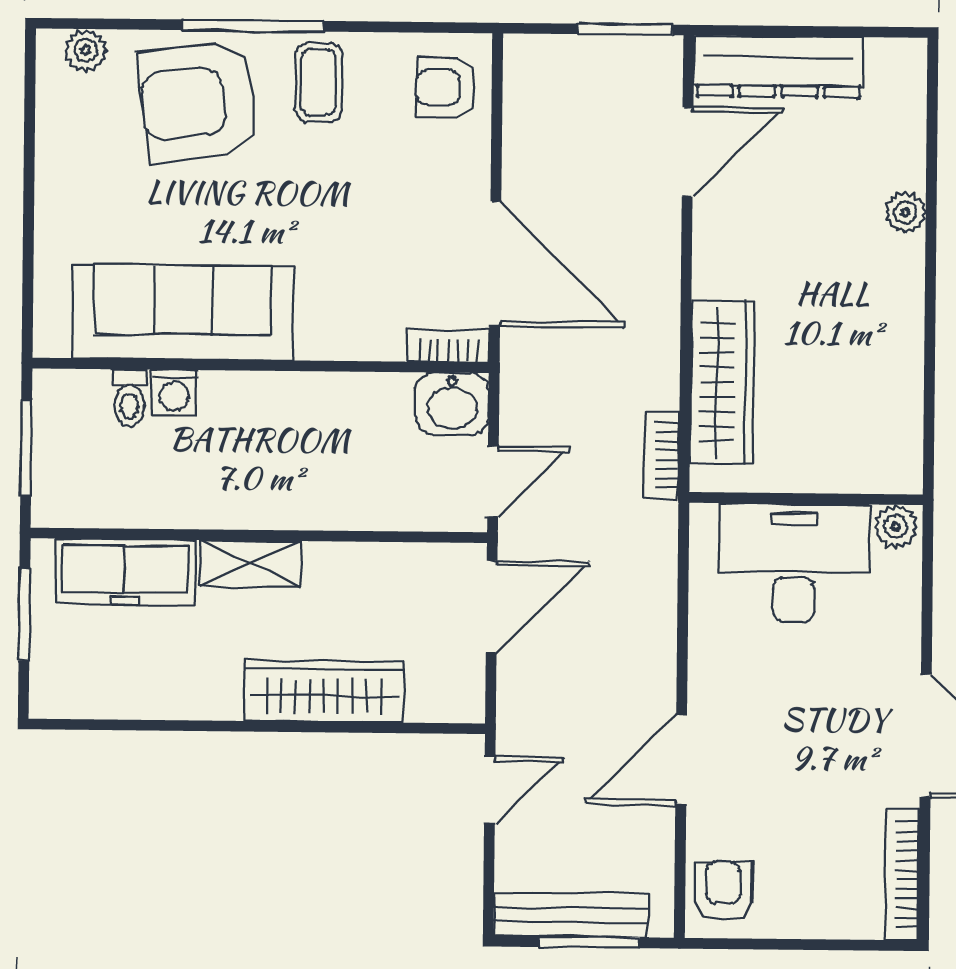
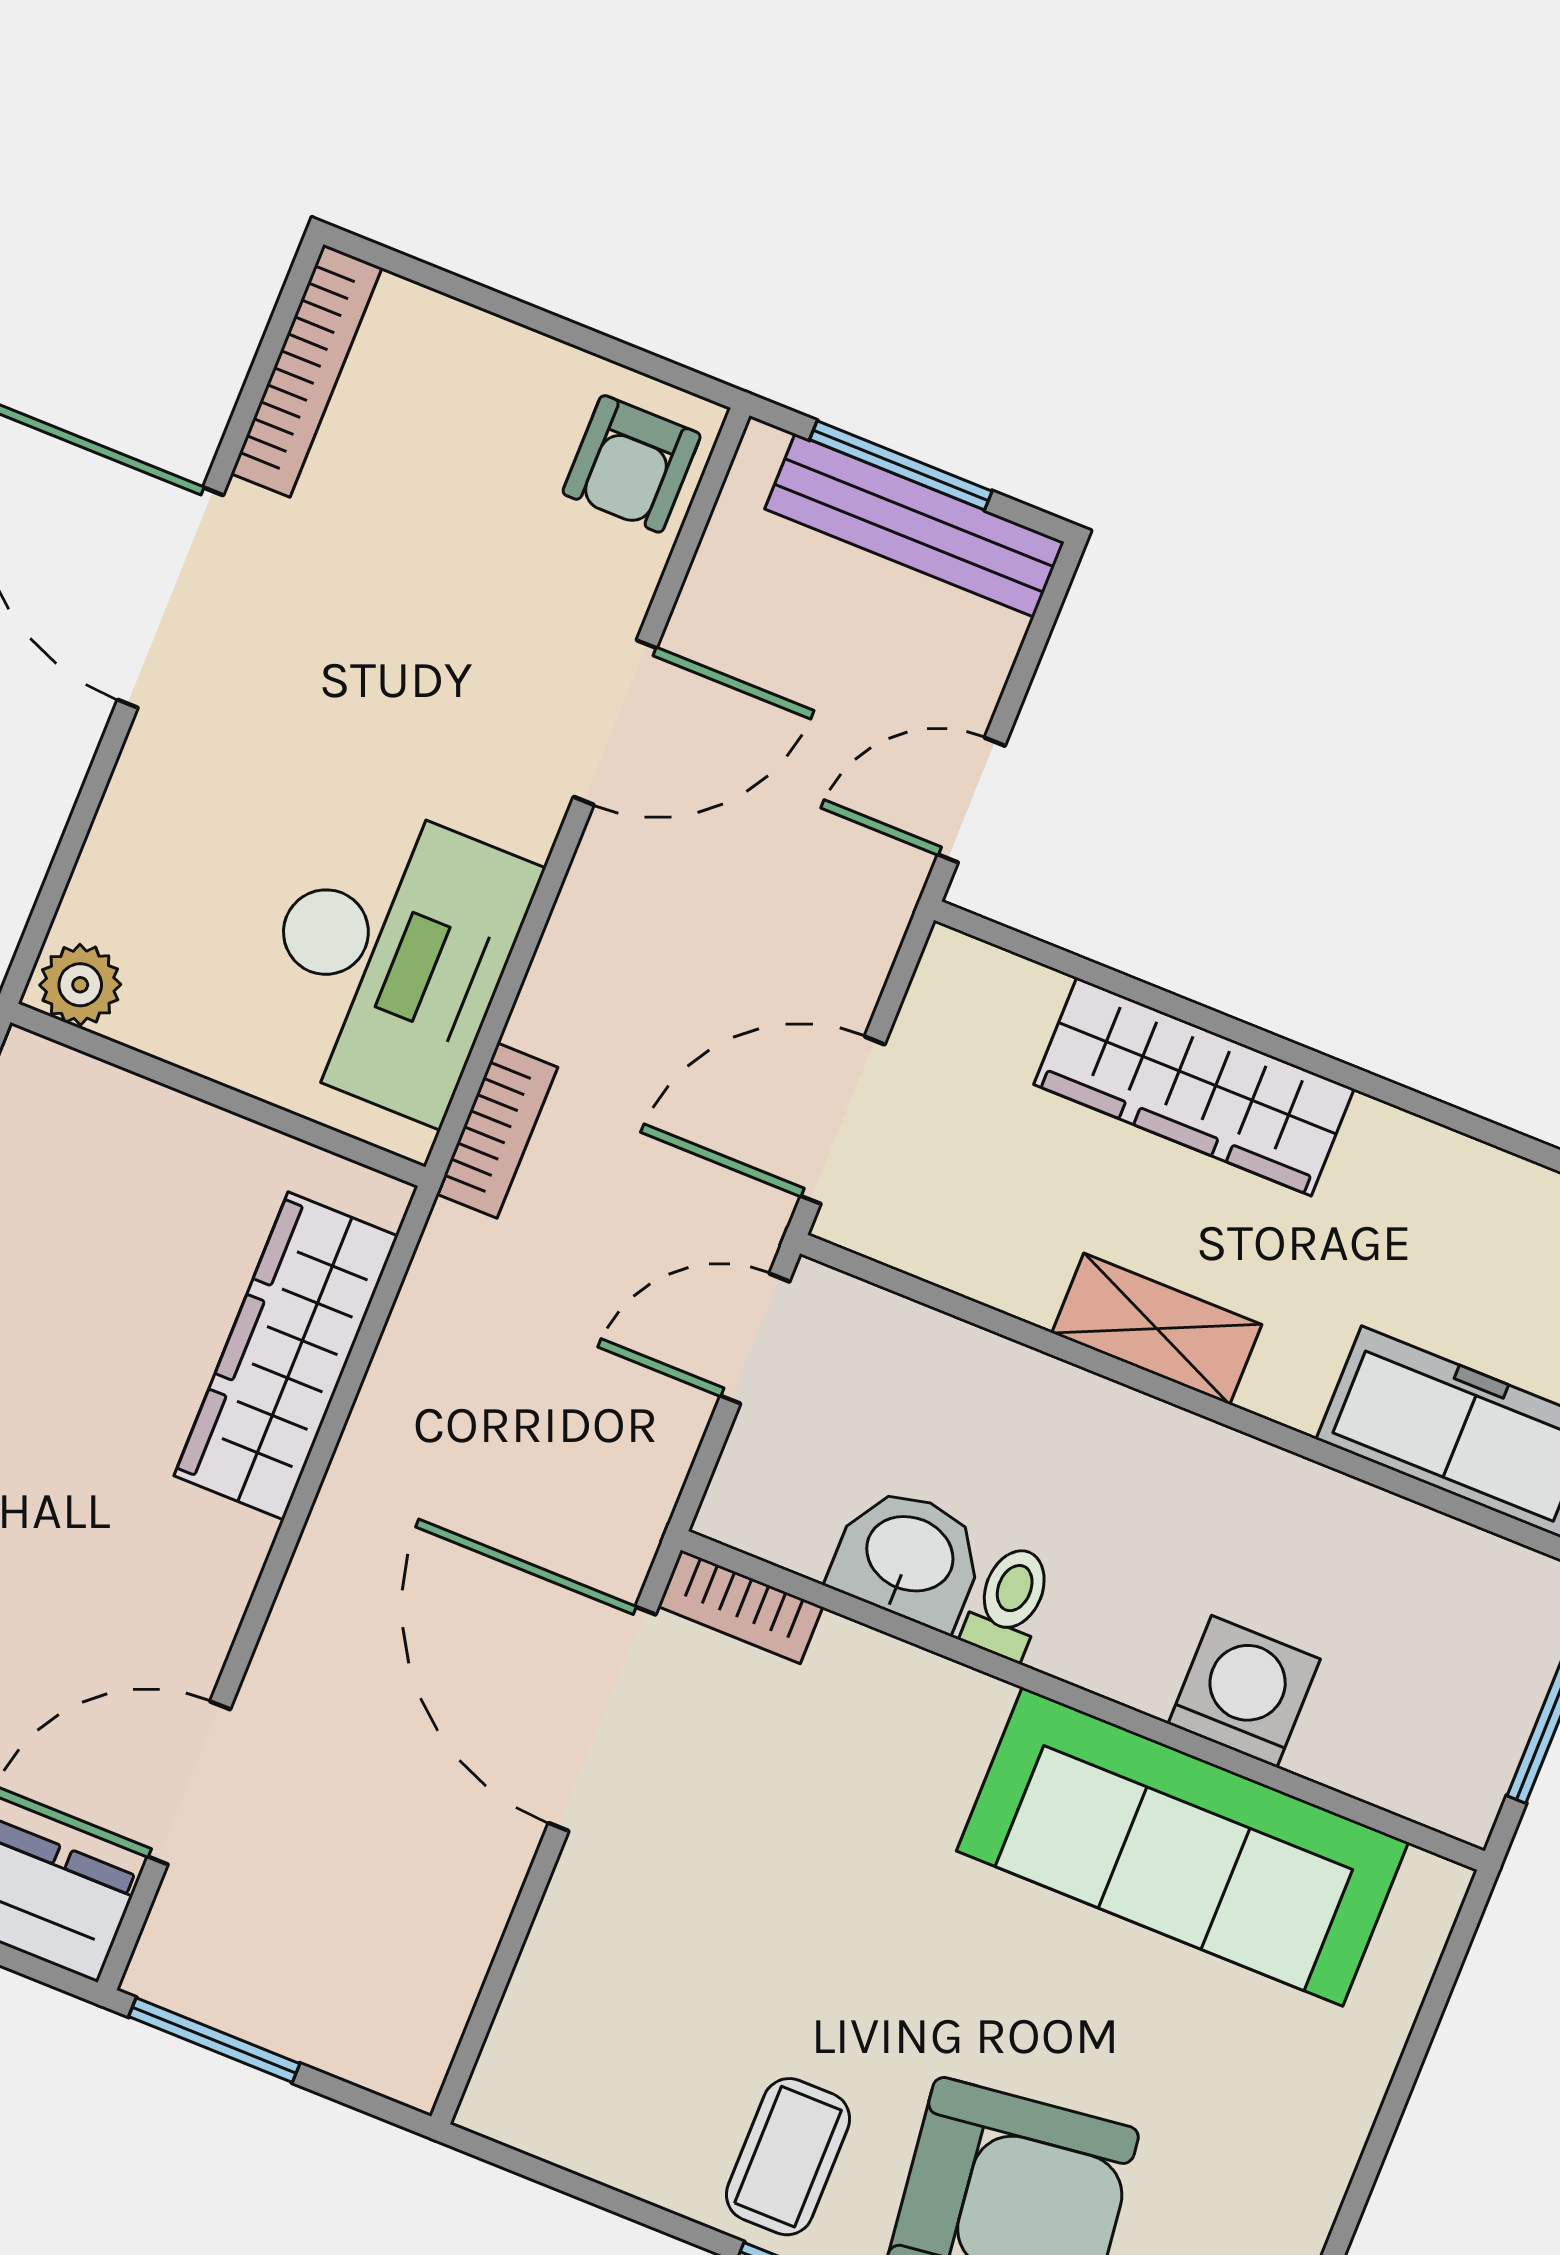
armchair: (446, 88) -> (568, 2061), removed
washing machine: (174, 392) -> (1244, 1692), width x1.38, depth x1.38
toilet: (129, 398) -> (1009, 1602), moved
washbasin: (452, 404) -> (909, 1557), moved
bookcase: (662, 455) -> (497, 1131), moved
shelving: (251, 563) -> (1157, 1329), moved
desk: (794, 563) -> (390, 958), moved, turned -90

